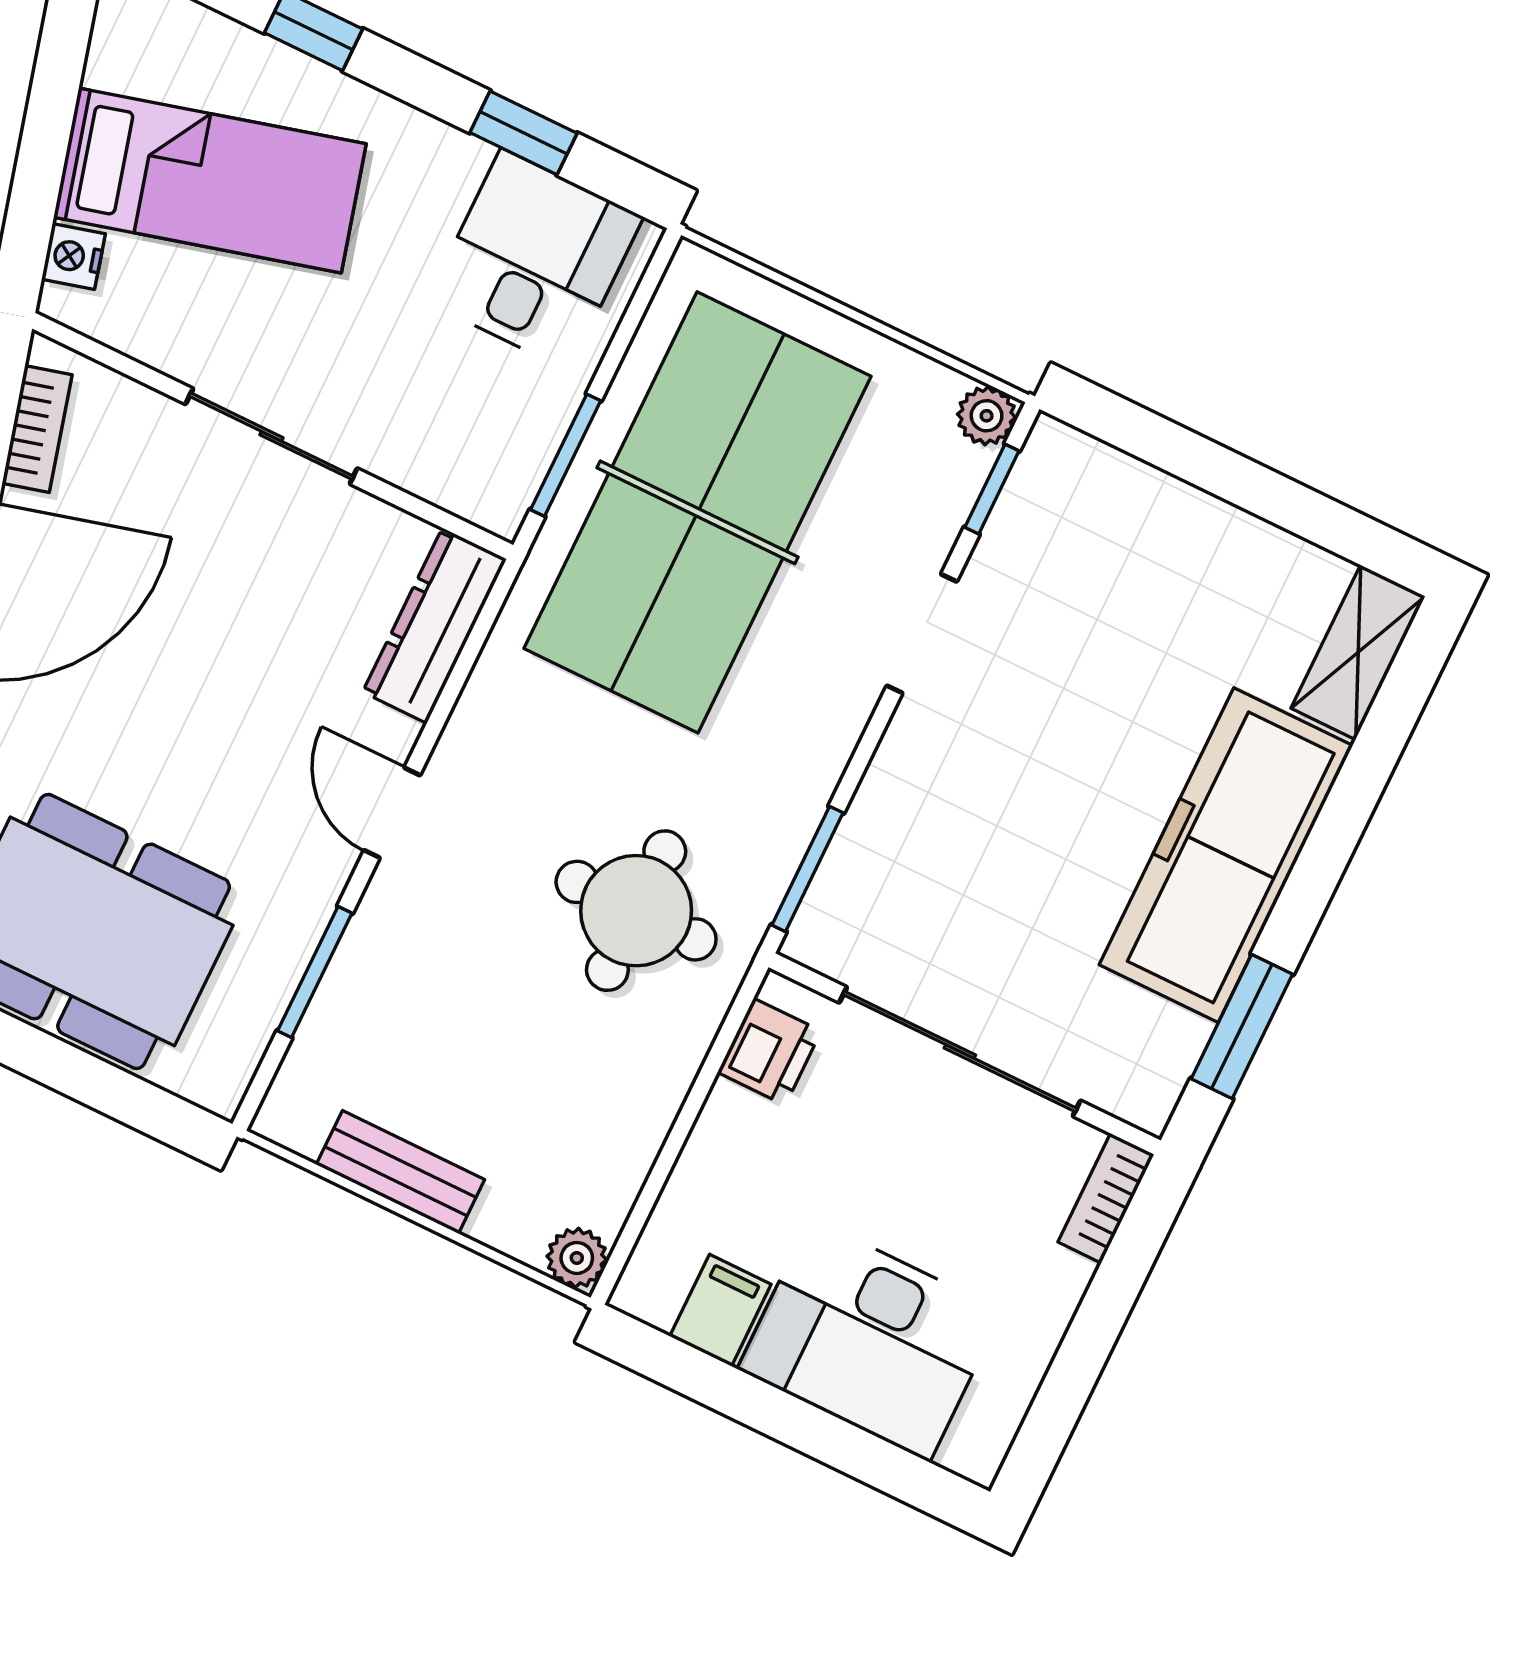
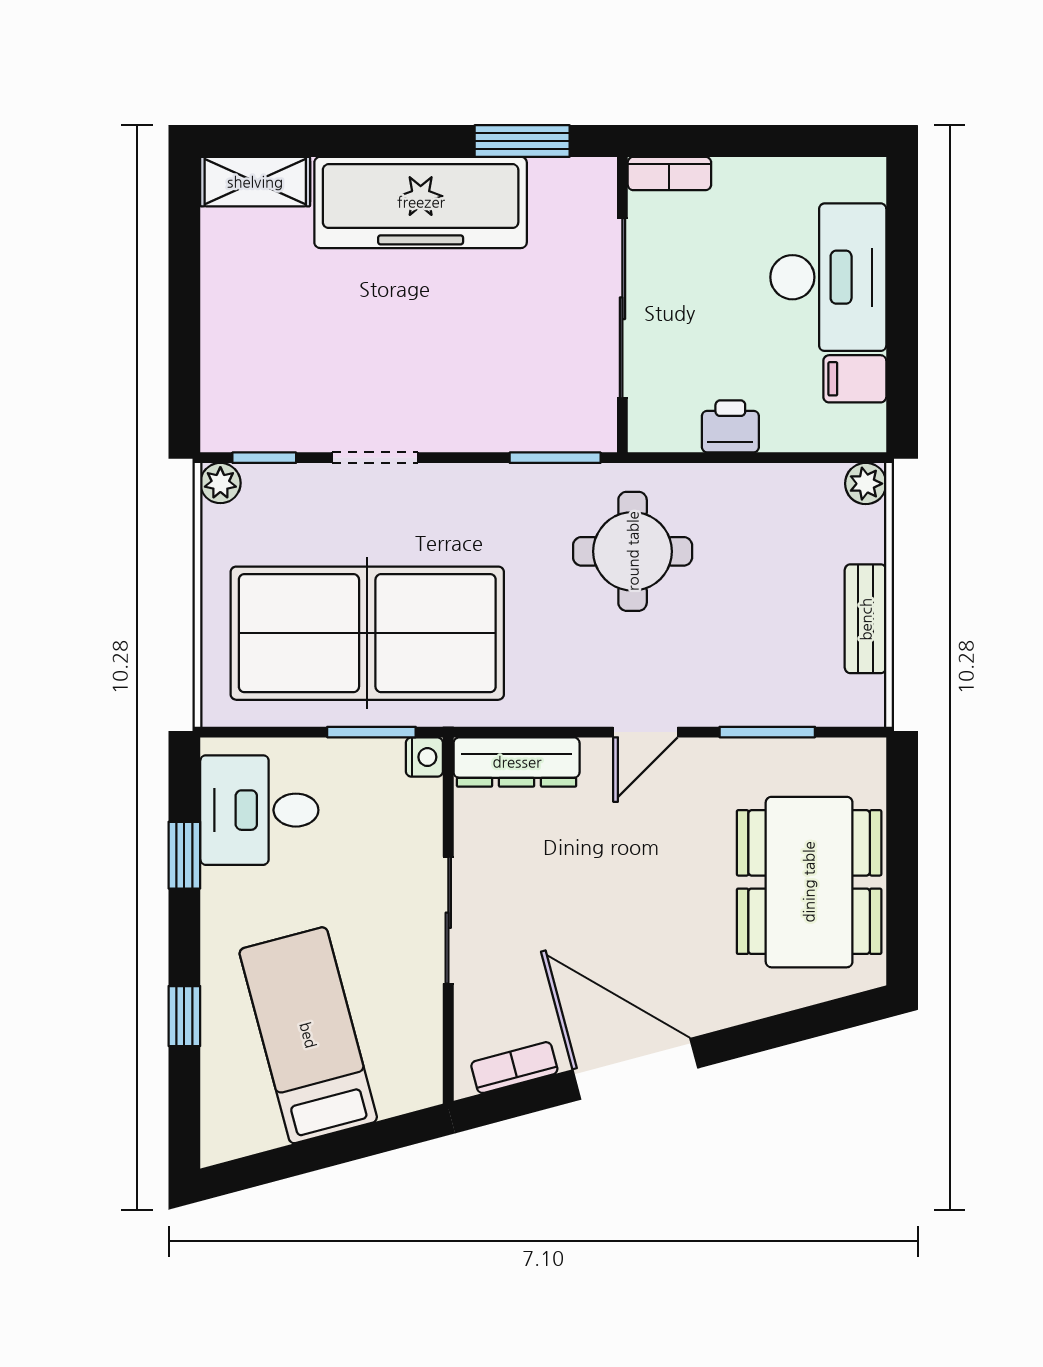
nightstand: (73, 256) -> (424, 757), moved, turned -75
printer: (769, 1052) -> (730, 426), moved

